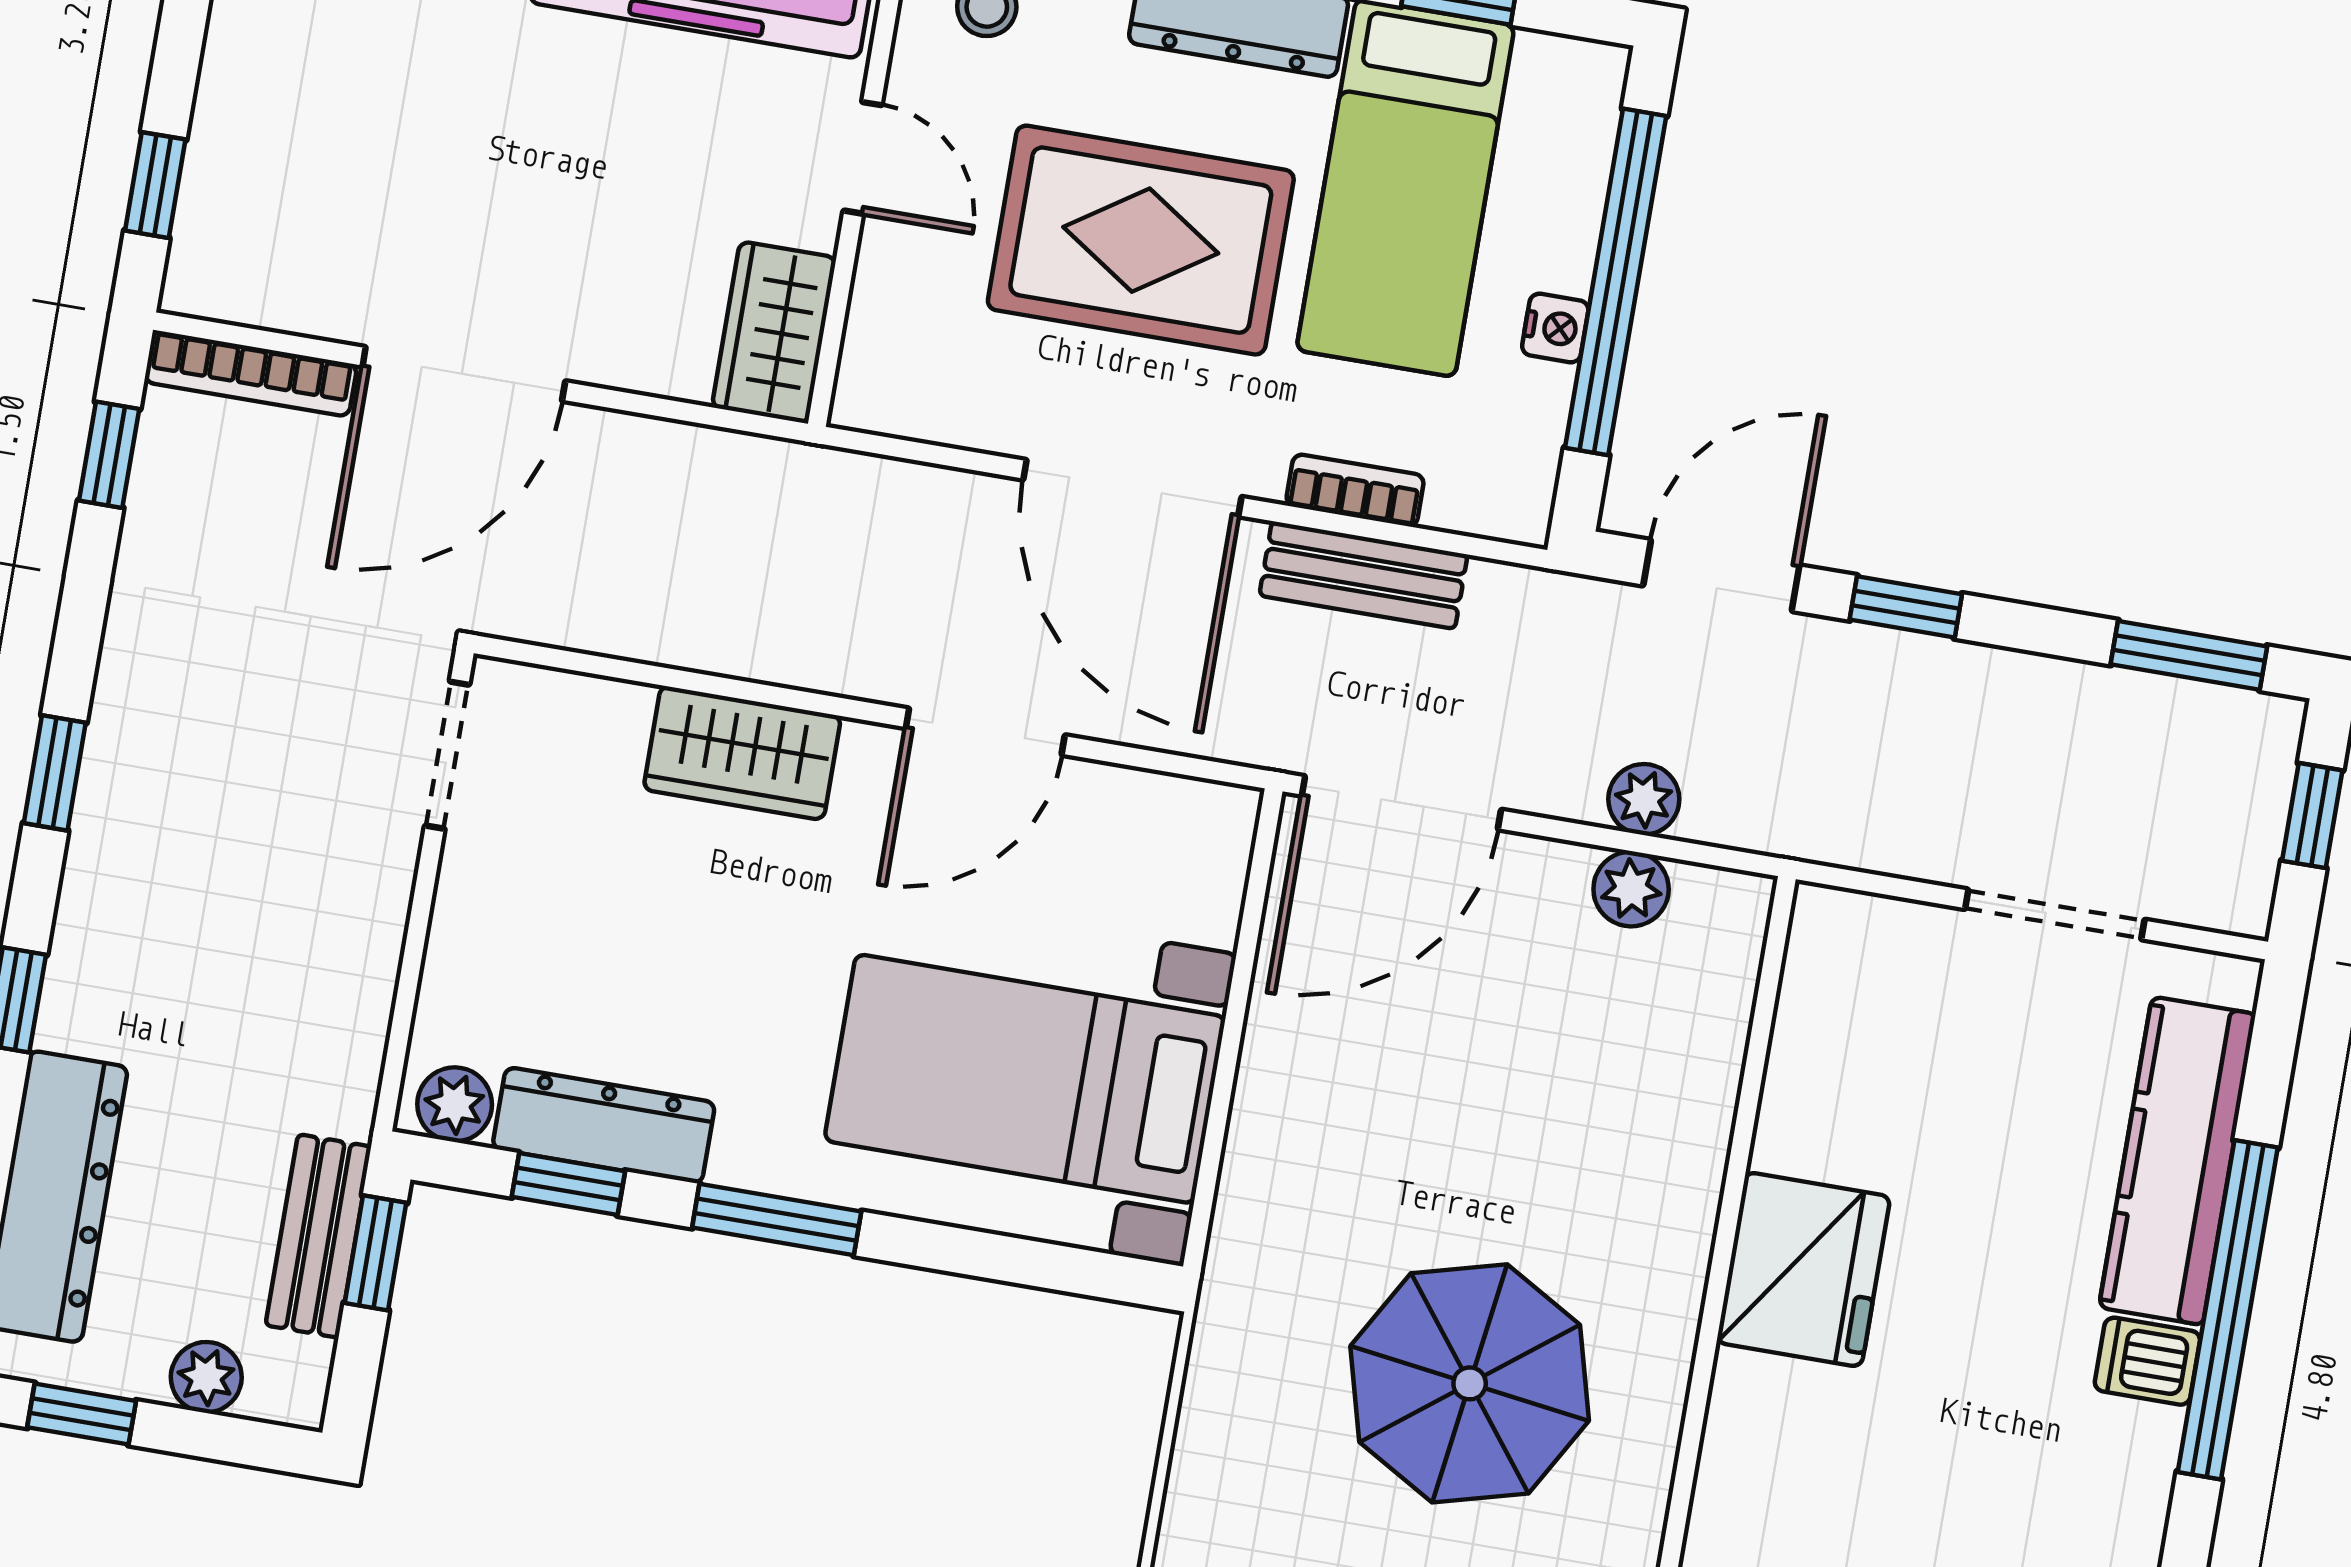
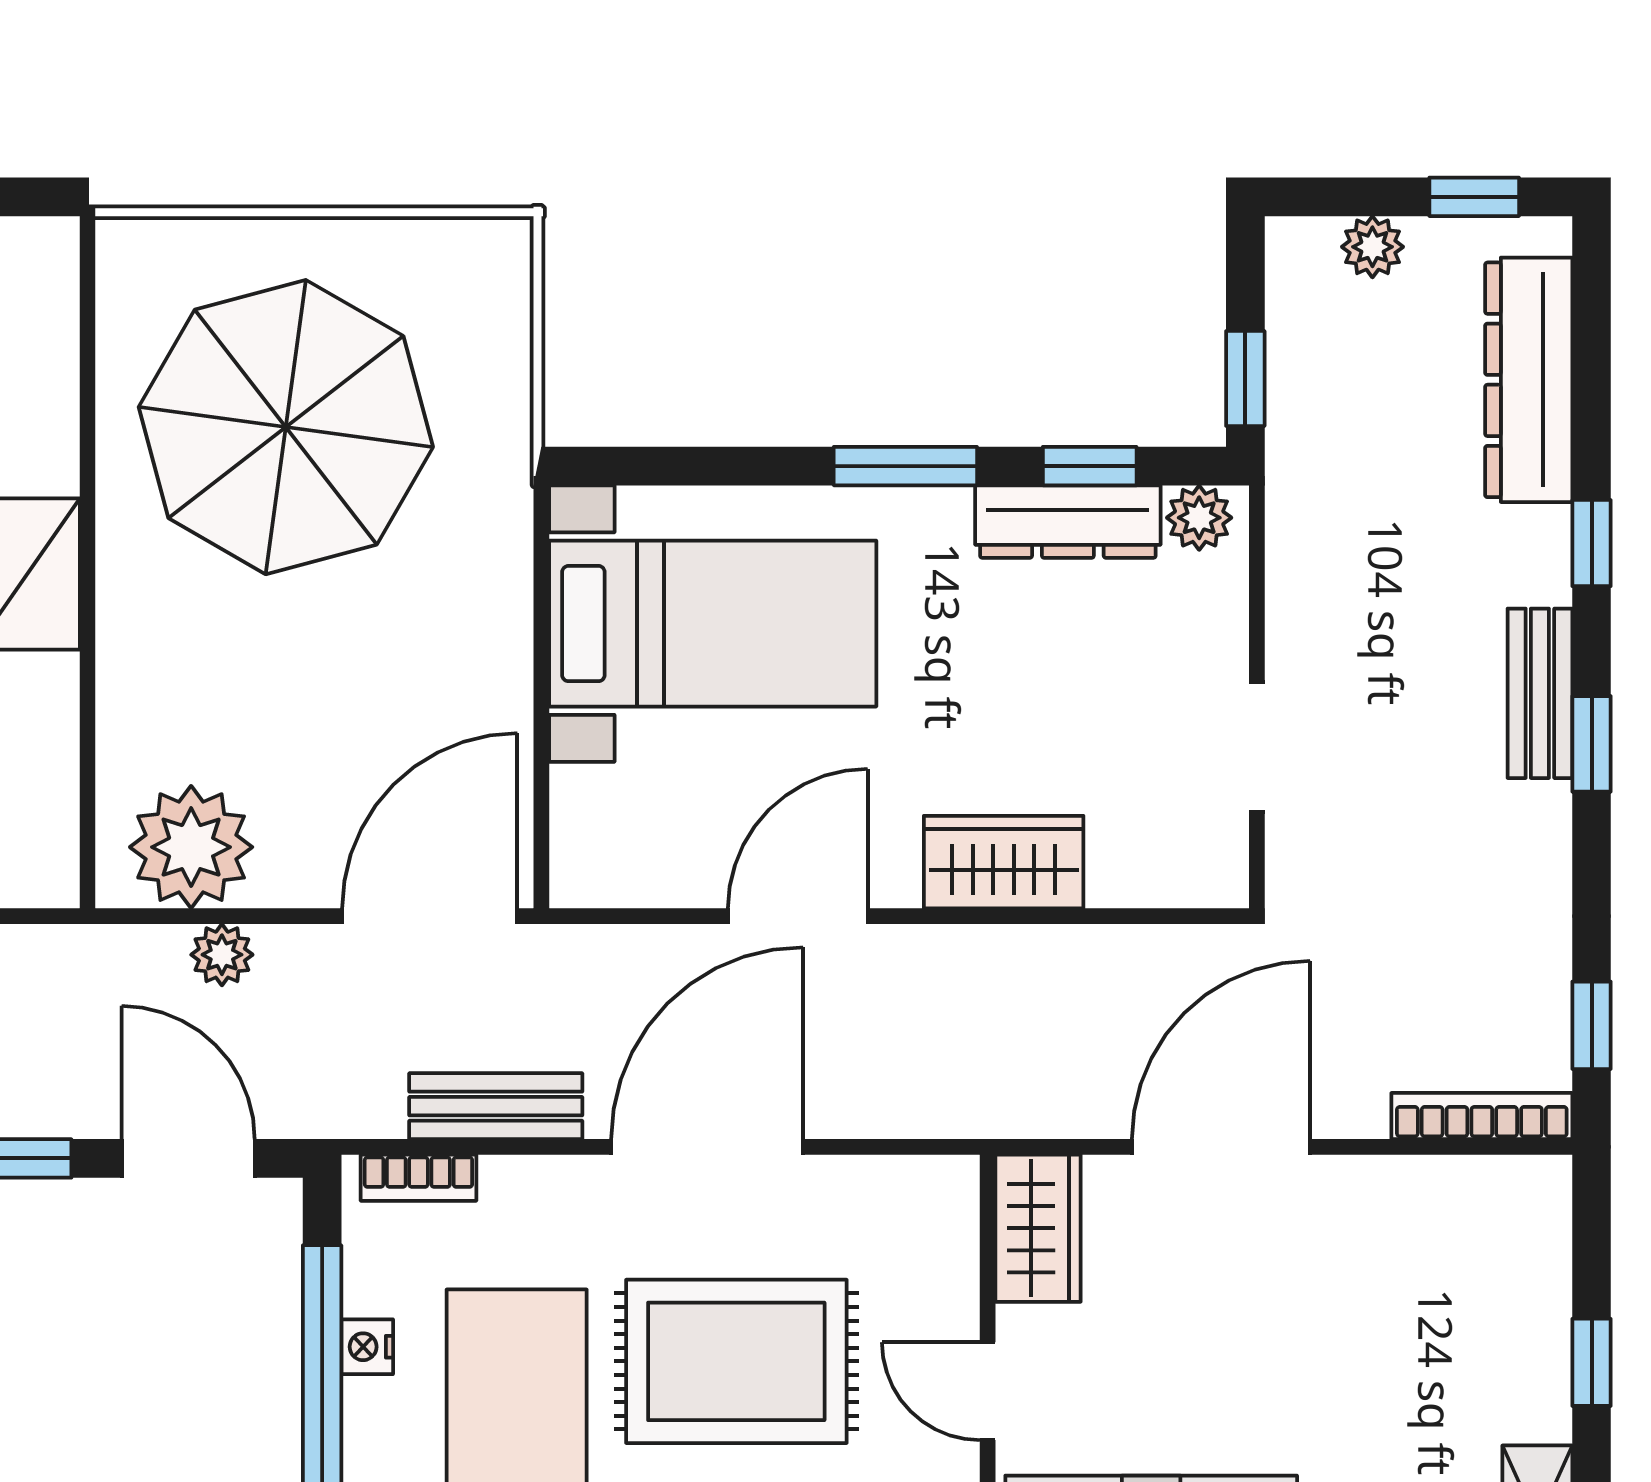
window: (155, 185) -> (1592, 1362), moved
door: (464, 374) -> (1221, 1147), moved
door: (1132, 488) -> (707, 1147), hinge flipped
bookcase: (1355, 490) -> (418, 1178), moved
door: (1721, 575) -> (188, 1158), swing flipped
doorway: (447, 755) -> (1257, 747), moved
plant: (1631, 889) -> (191, 847), width x1.87, depth x1.87
bench: (318, 1236) -> (1540, 693), moved
parasol: (1470, 1383) -> (286, 427), width x1.36, depth x1.36

